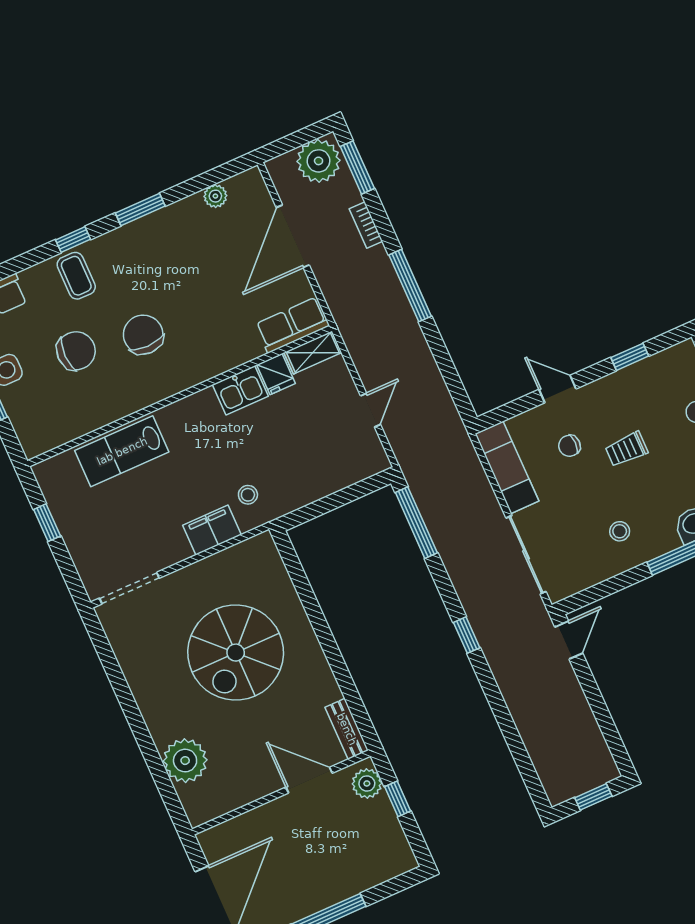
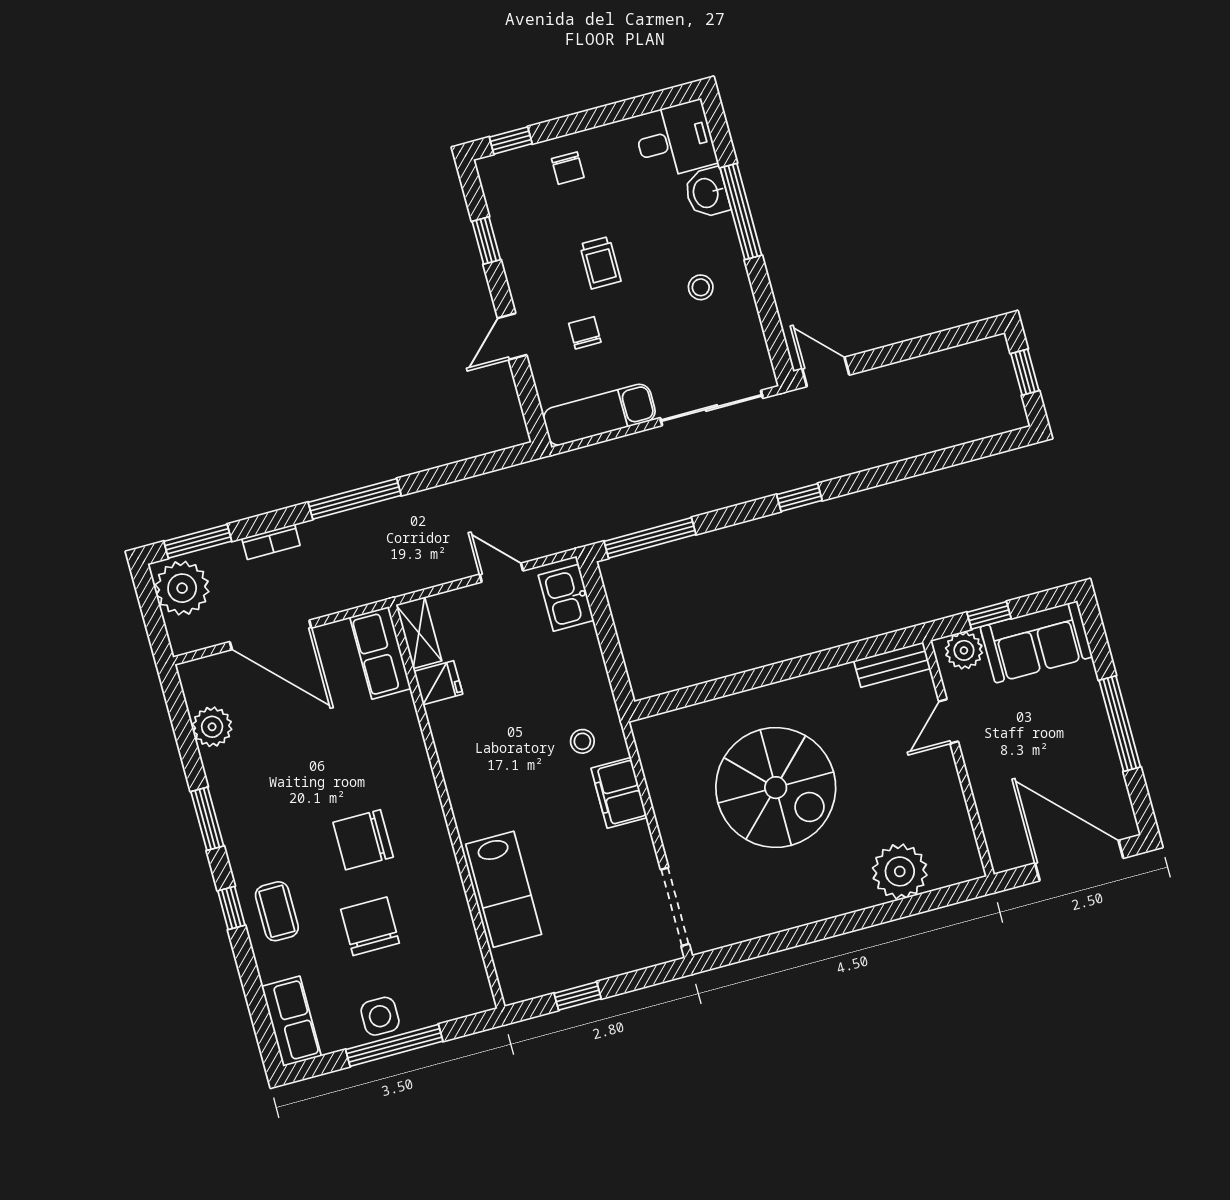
plant: (215, 196) -> (212, 727), width x1.38, depth x1.38
coffee table: (76, 276) -> (277, 911), turned 90
kitchen sink: (240, 390) -> (566, 598), moved, turned 180
chair: (569, 446) -> (585, 333), turned 180
door: (309, 780) -> (948, 721), width x0.73
sofa: (383, 839) -> (1036, 642), added

